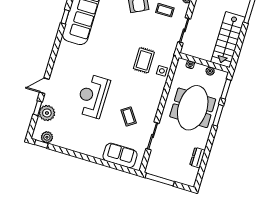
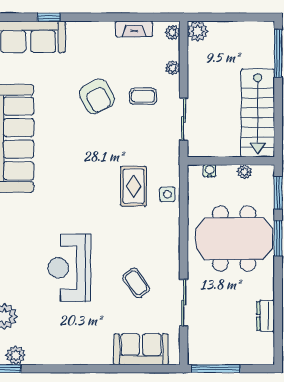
meeting table: (193, 108) -> (234, 239), turned 90

